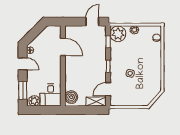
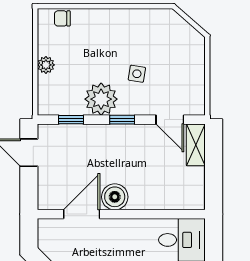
plant: (118, 34) -> (101, 99), moved
boiler: (71, 97) -> (115, 197), moved

